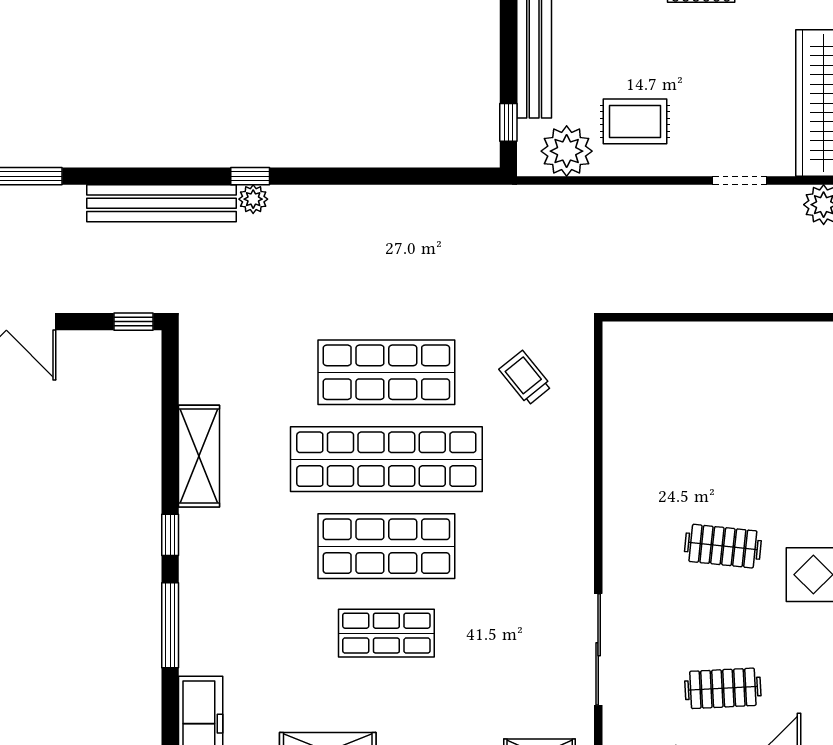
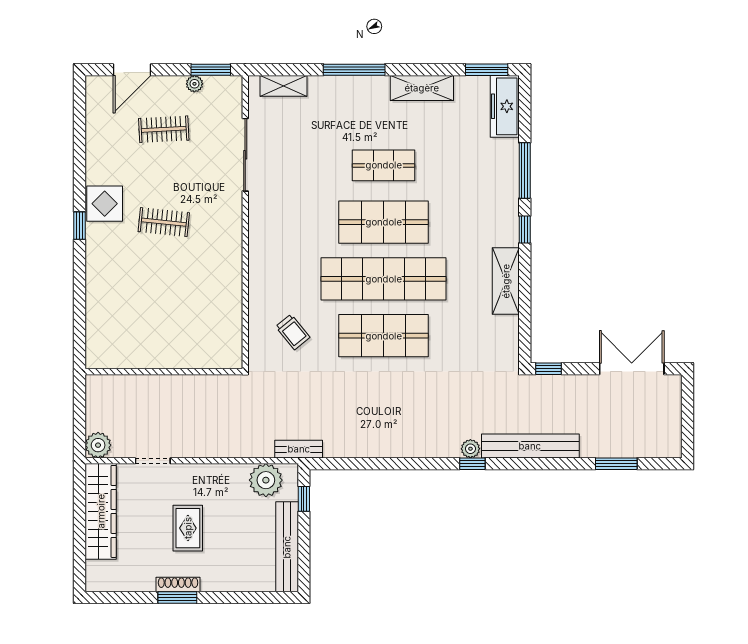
rug: (635, 121) -> (188, 528), moved, turned 90
bench: (516, 199) -> (299, 449), added

